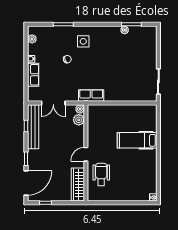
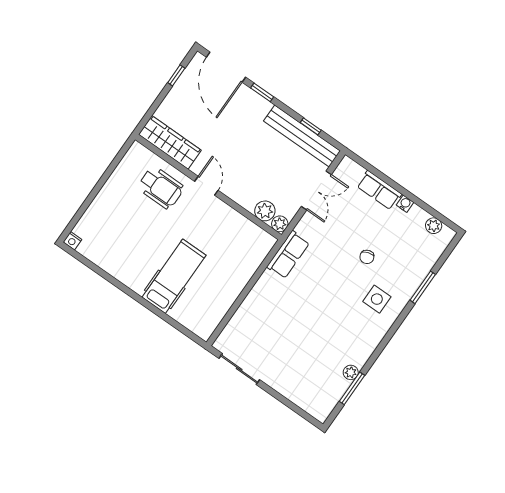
double door: (53, 103) -> (316, 190), swing flipped

